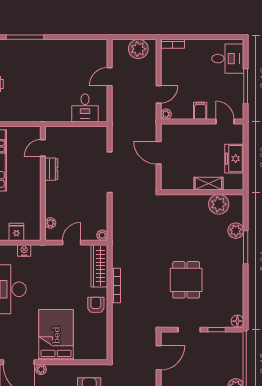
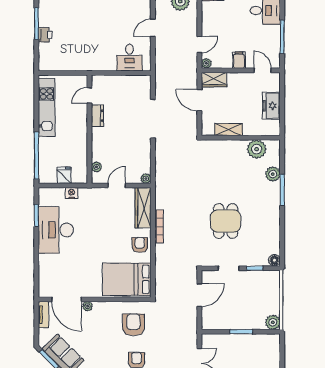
wardrobe: (174, 131) -> (214, 80), added
shelving: (208, 184) -> (229, 130), moved
bed: (56, 335) -> (127, 279), moved, turned -90

